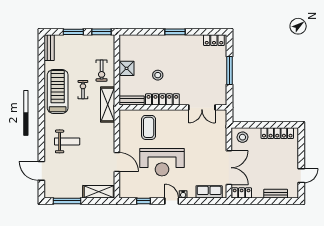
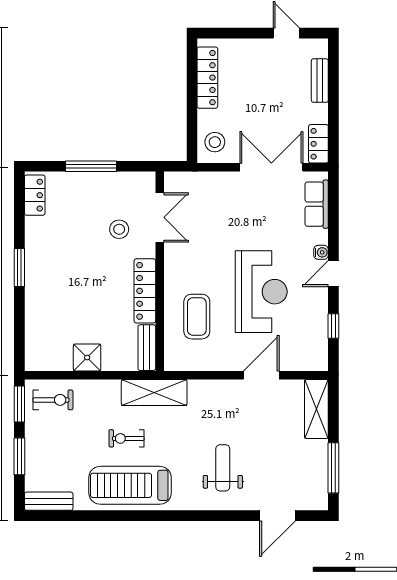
exercise bike: (102, 71) -> (53, 400), moved
stool: (158, 75) -> (119, 229), moved
coffee table: (149, 127) -> (197, 317), turned 90

